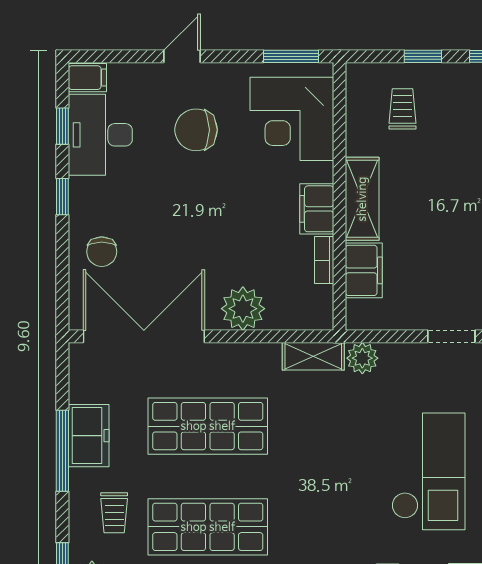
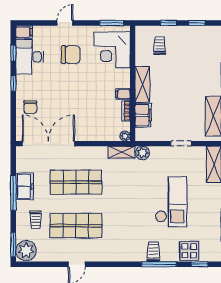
chair: (196, 130) -> (71, 55), turned 180
filing cabinet: (317, 209) -> (123, 94), width x0.50
plant: (243, 309) -> (125, 136), moved, width x0.53, depth x0.53

